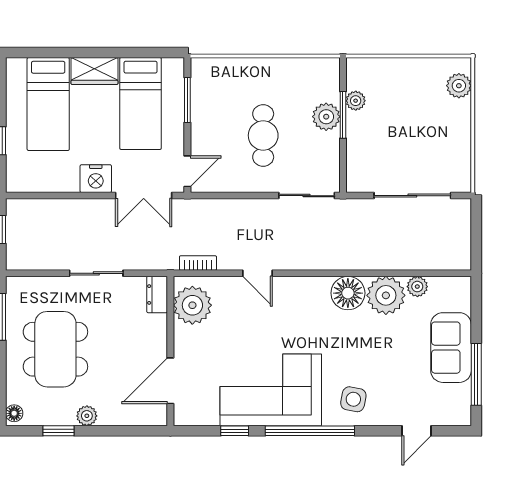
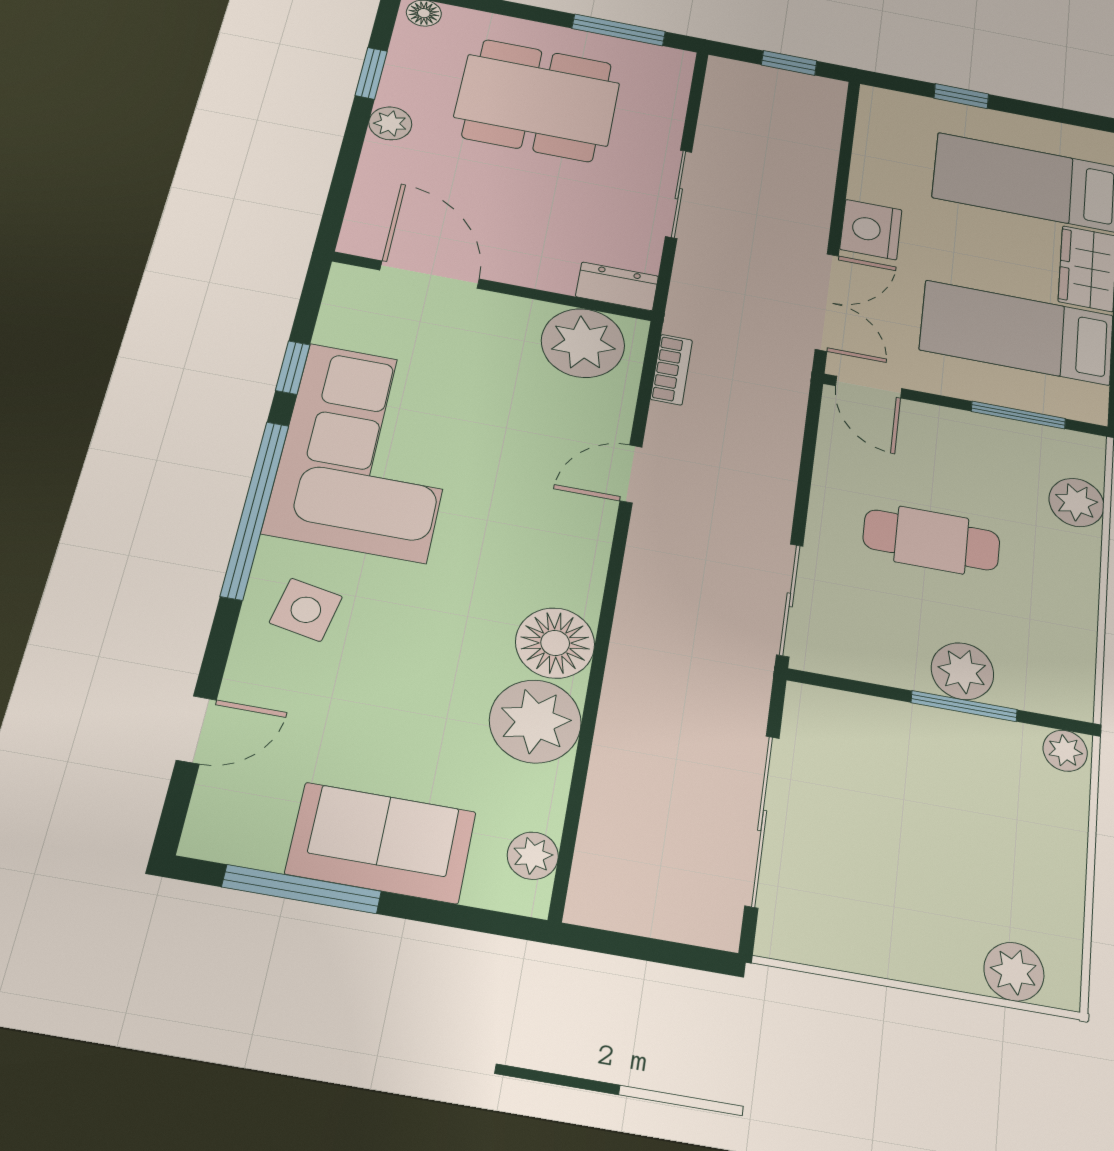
plant: (229, 70) -> (1076, 502), added
plant: (356, 101) -> (1065, 751), moved
double door: (144, 196) -> (827, 302), swing flipped
plant: (417, 287) -> (533, 856), moved
door: (416, 431) -> (196, 730), swing flipped

